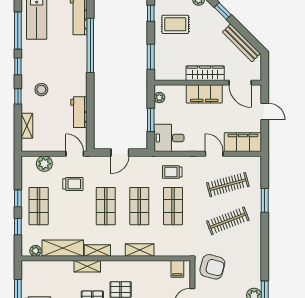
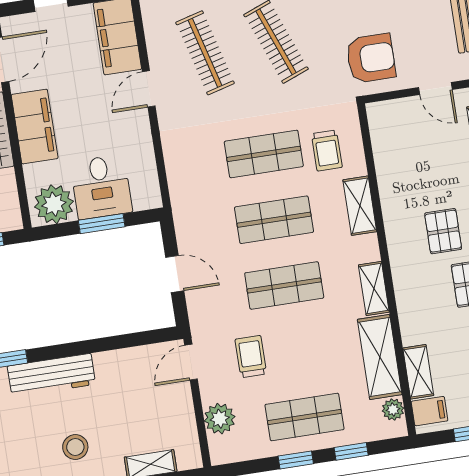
plant: (159, 98) -> (54, 204), width x1.88, depth x1.88
workbench: (79, 112) -> (51, 375), moved, width x1.38
desk: (169, 138) -> (101, 187), moved
trolley: (172, 172) -> (327, 150), moved
shelving: (87, 266) -> (418, 372), moved
armchair: (212, 267) -> (371, 58), turned 75
filing cabinet: (177, 269) -> (430, 411), moved

